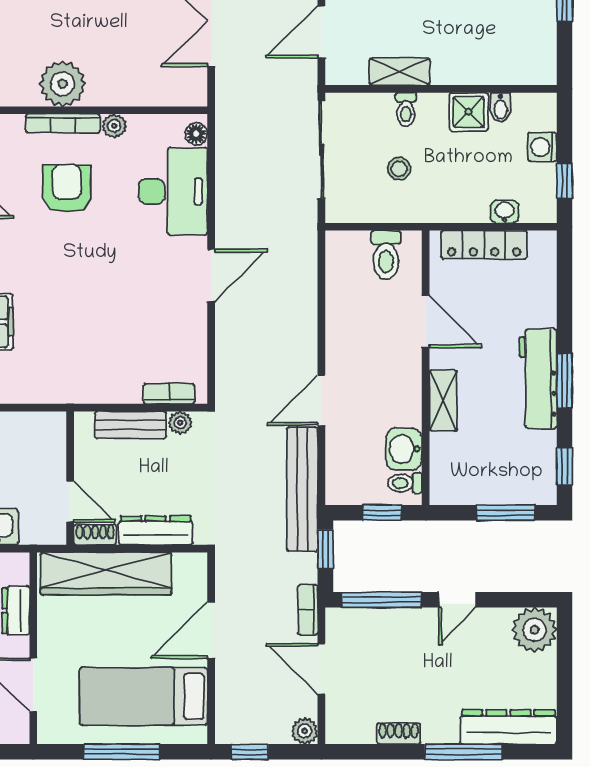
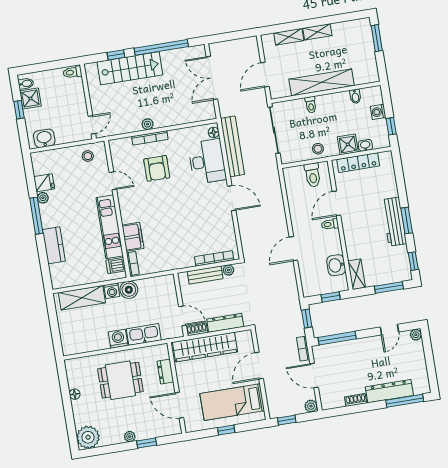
shelving: (400, 72) -> (322, 82), width x2.20, depth x1.33
plant: (63, 84) -> (148, 124), width x0.53, depth x0.53
shower: (469, 112) -> (348, 144), moved
plant: (114, 126) -> (174, 135), removed
stool: (399, 169) -> (318, 149), moved
armchair: (67, 189) -> (157, 168), turned 180
door: (211, 275) -> (232, 198), hinge flipped
door: (426, 322) -> (336, 203), swing flipped
bookcase: (169, 394) -> (214, 258), width x1.56
shelving: (443, 401) -> (357, 274), moved
toilet: (405, 483) -> (330, 224), moved
bench: (302, 489) -> (232, 146), moved
door: (457, 600) -> (389, 330), moved
plant: (535, 630) -> (416, 335), width x0.53, depth x0.53
dresser: (509, 727) -> (389, 391), moved
window: (121, 752) -> (226, 430), width x0.46
window: (464, 752) -> (405, 401), moved

